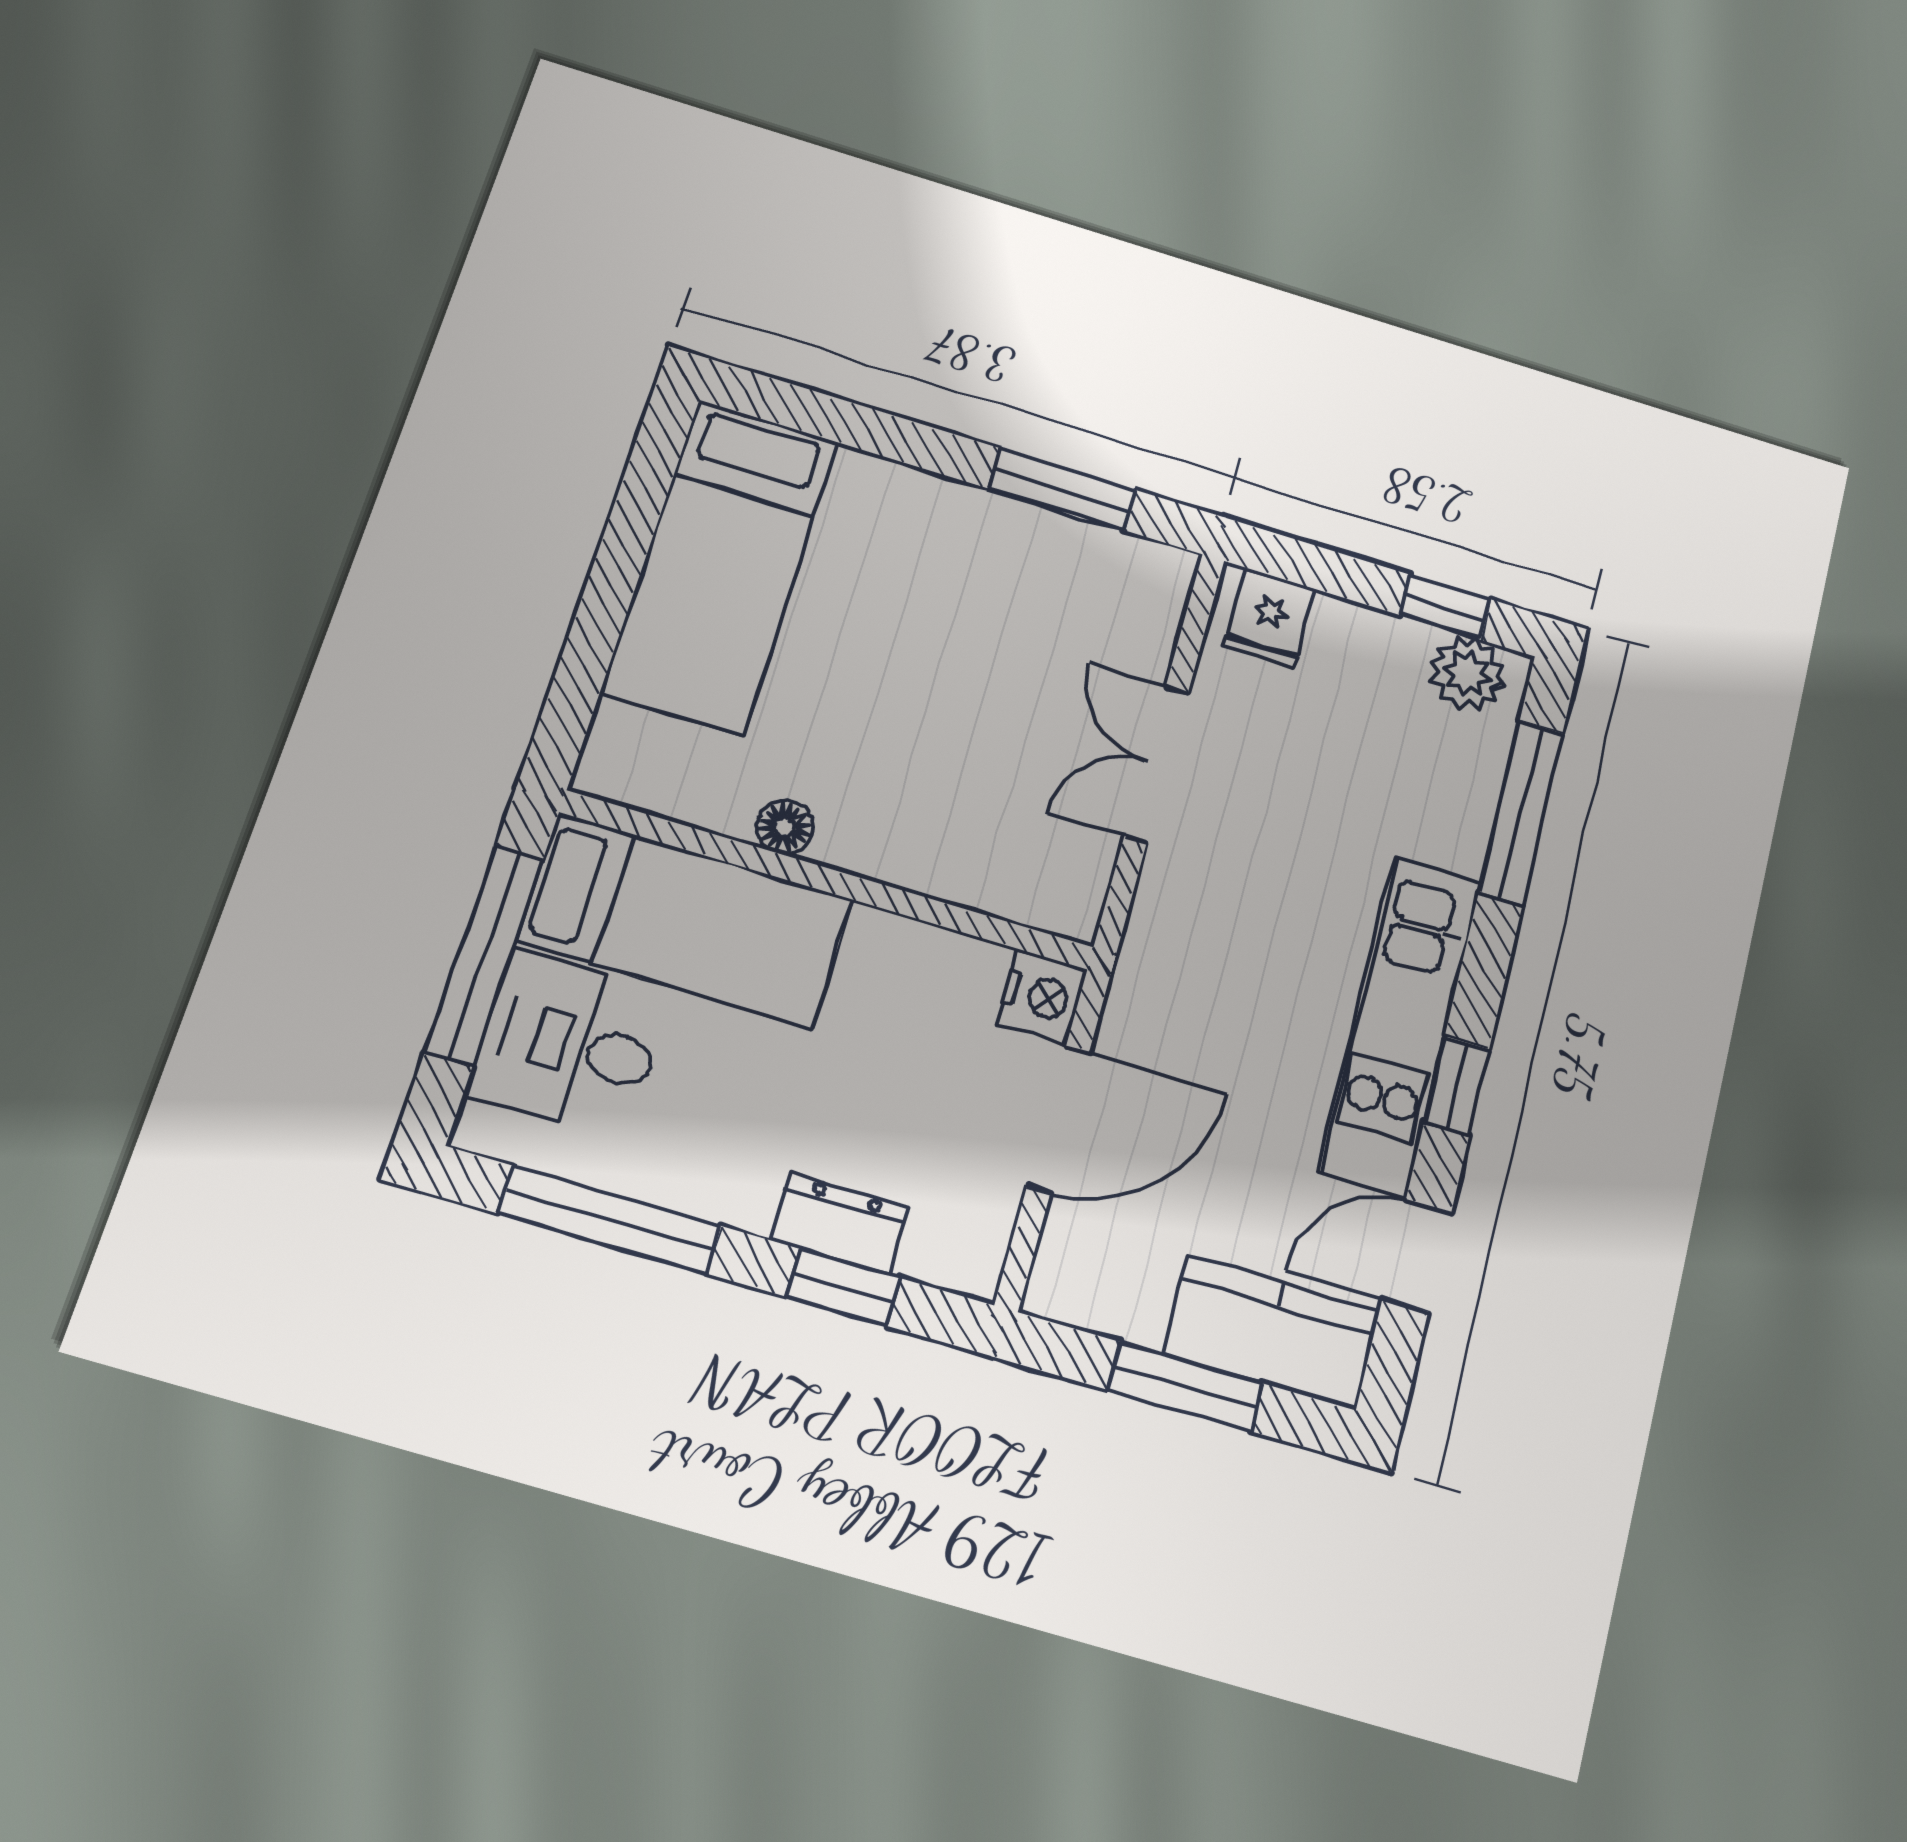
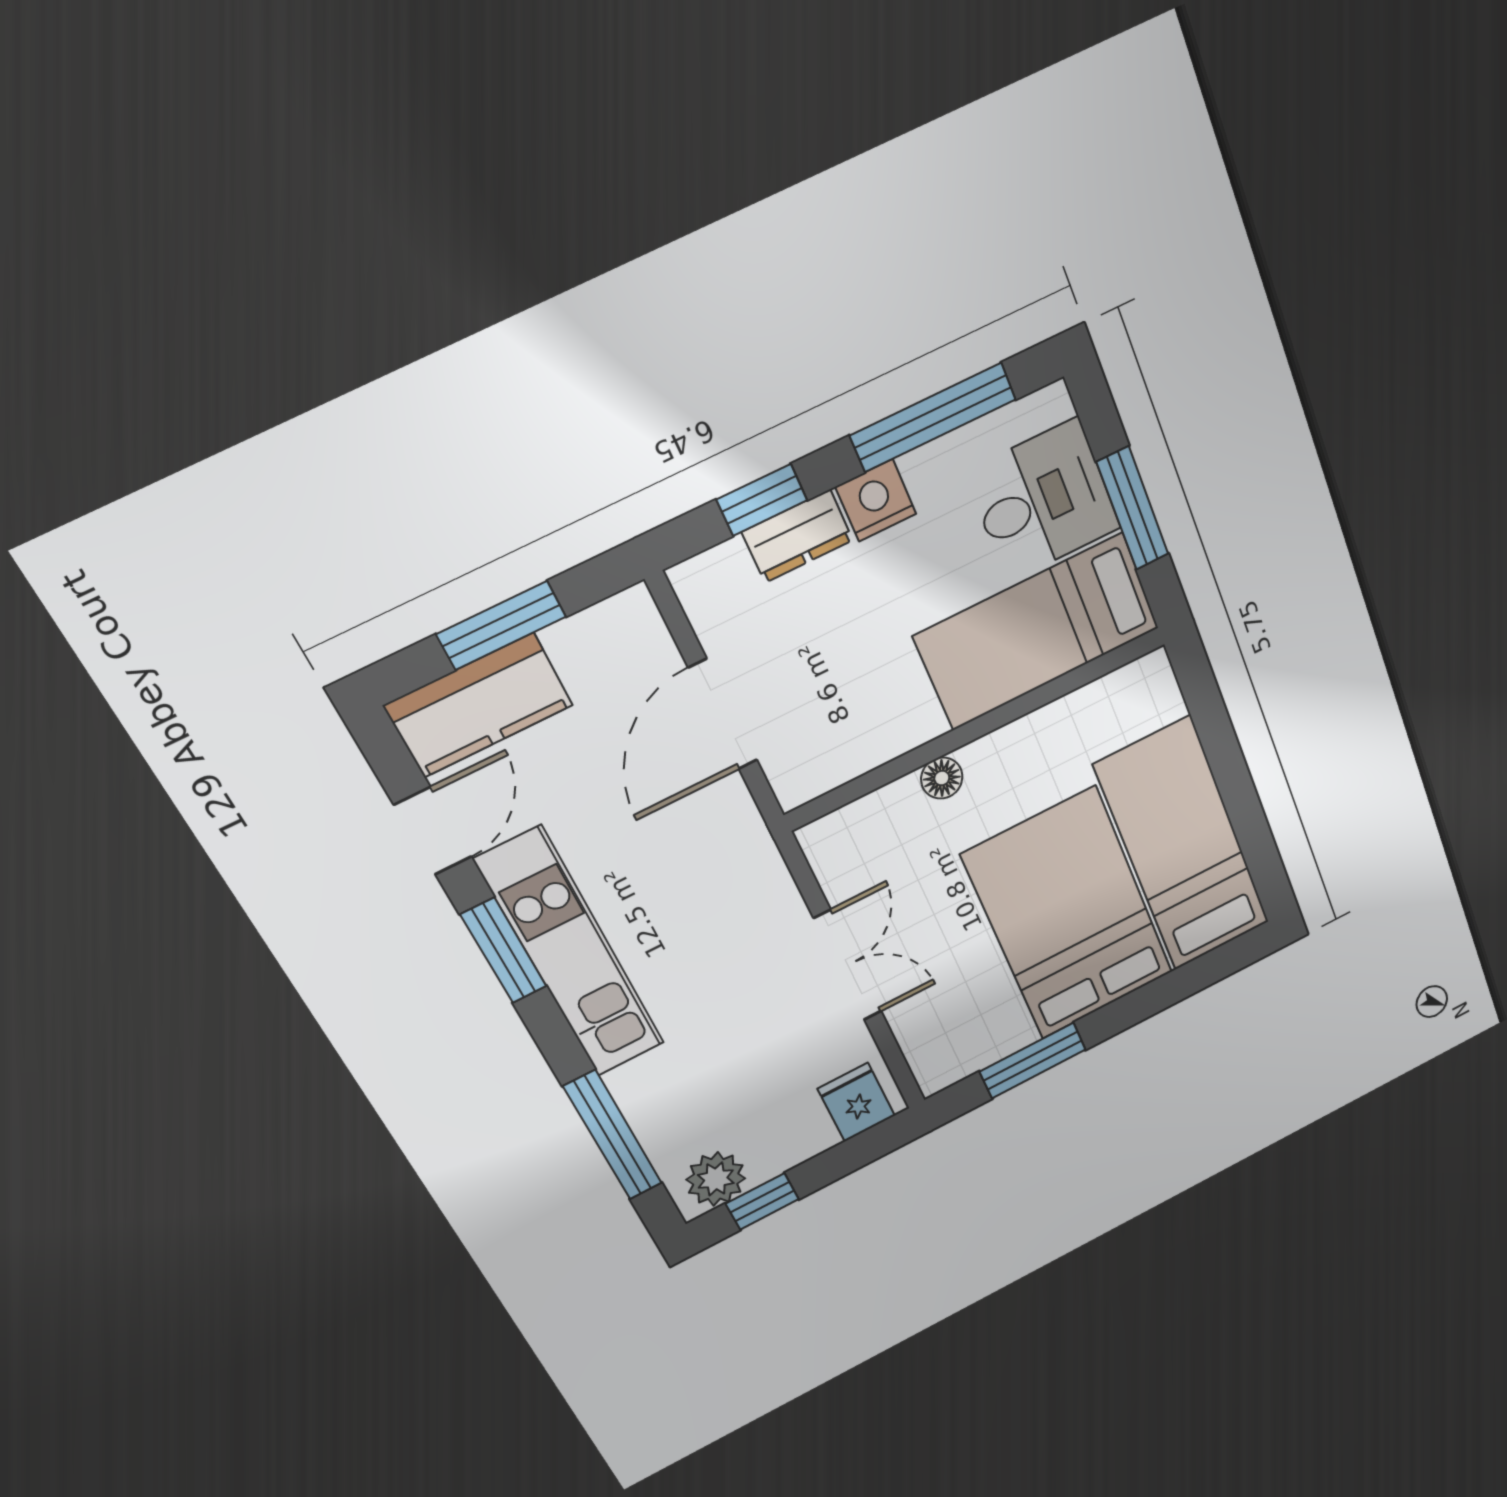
bed: (897, 605) -> (1069, 915), added
floor lamp: (785, 827) -> (942, 778), moved
window: (484, 955) -> (1133, 508), width x0.69
nightstand: (1042, 997) -> (876, 500), moved, turned 90
window: (1457, 1085) -> (504, 951), width x1.50

